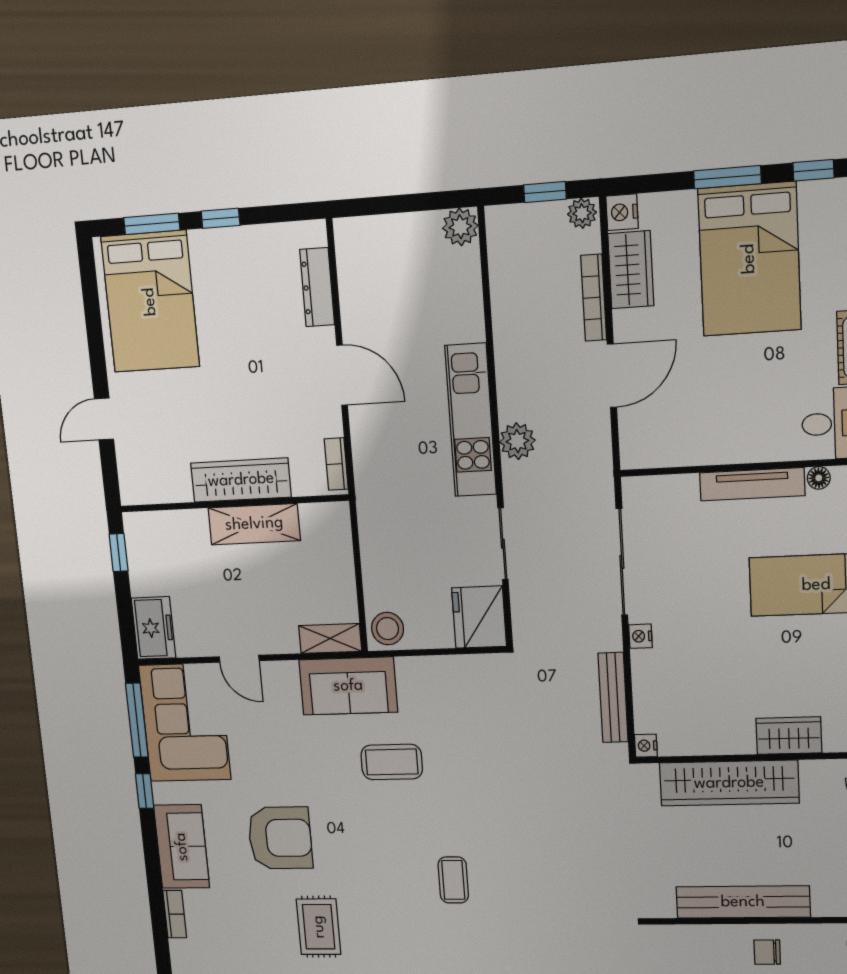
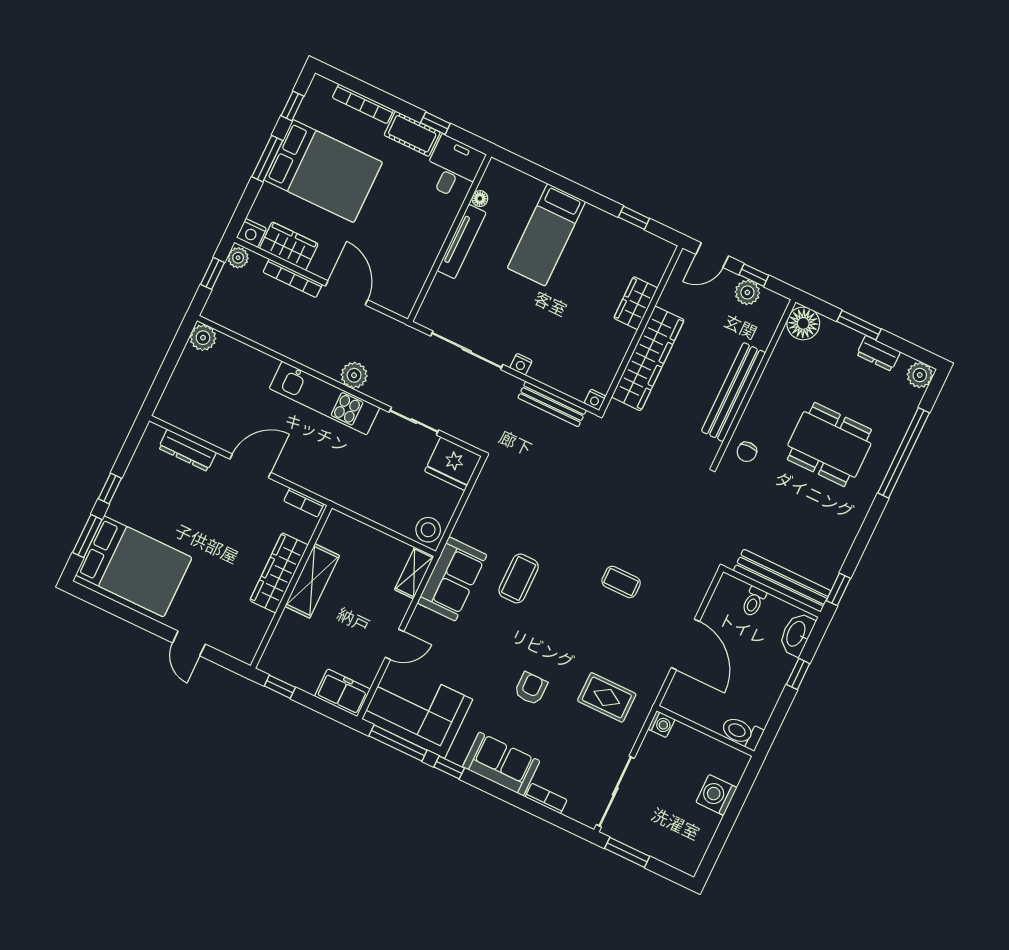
armchair: (280, 838) -> (531, 688), width x0.53, depth x0.53
chair: (767, 952) -> (747, 452), moved

